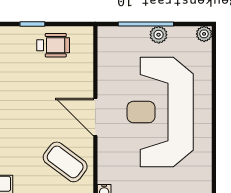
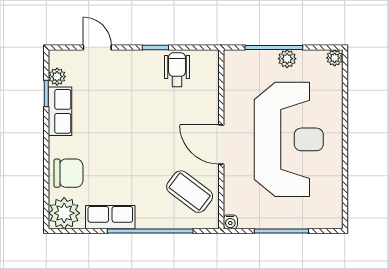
wheelchair: (53, 45) -> (177, 70), turned -90
reception desk: (160, 112) -> (289, 139), turned 180

